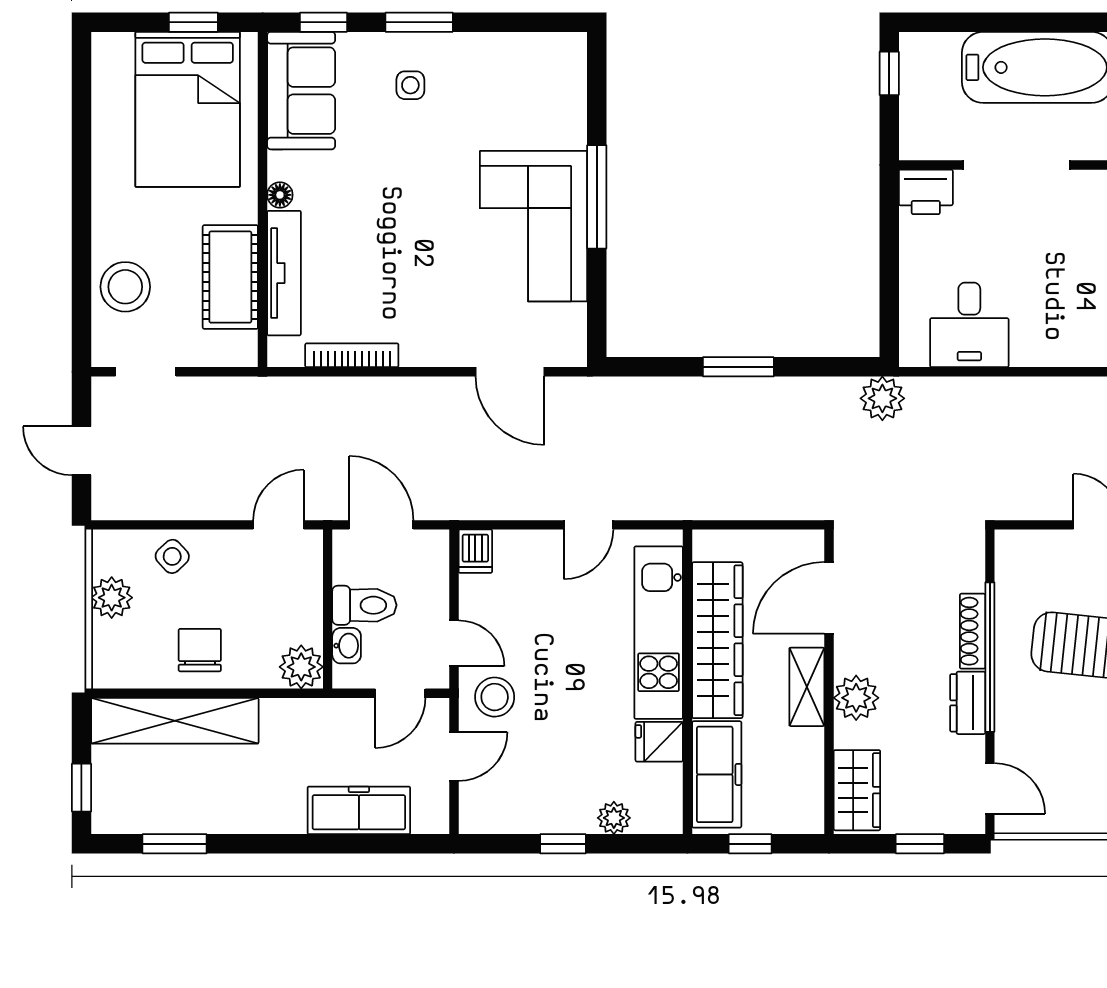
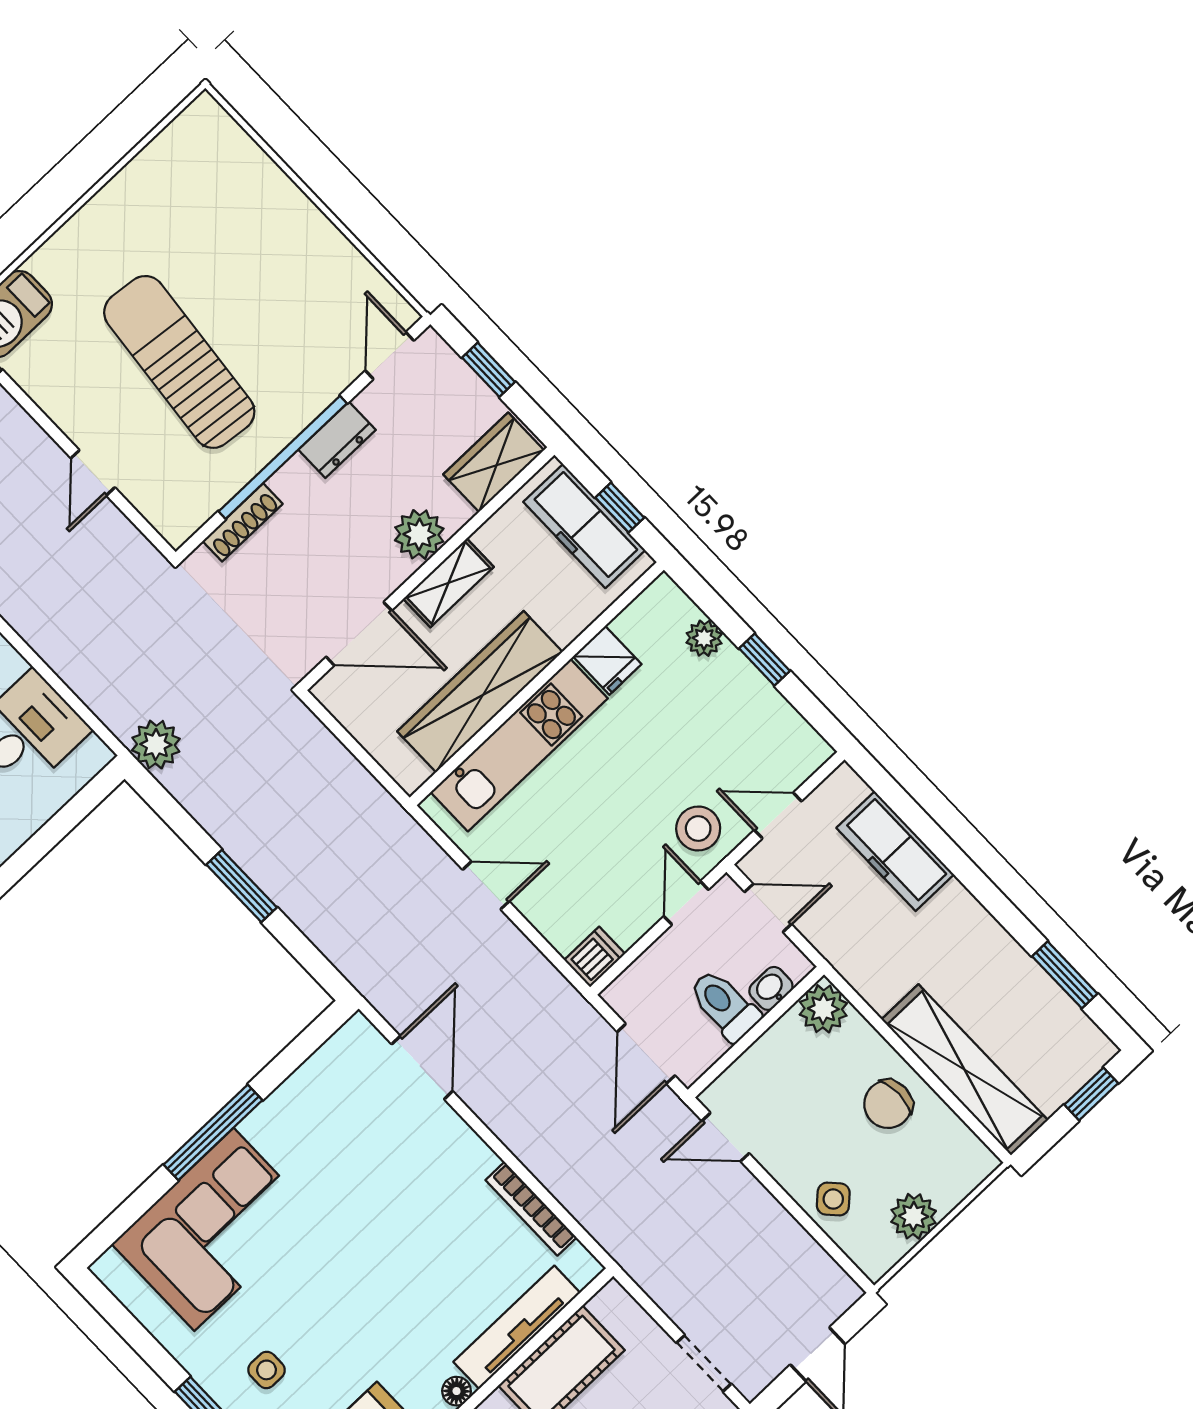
corner sofa: (533, 226) -> (214, 1229), moved
shoe rack: (973, 631) -> (243, 522), moved
freezer: (717, 774) -> (584, 526), moved, turned -90

